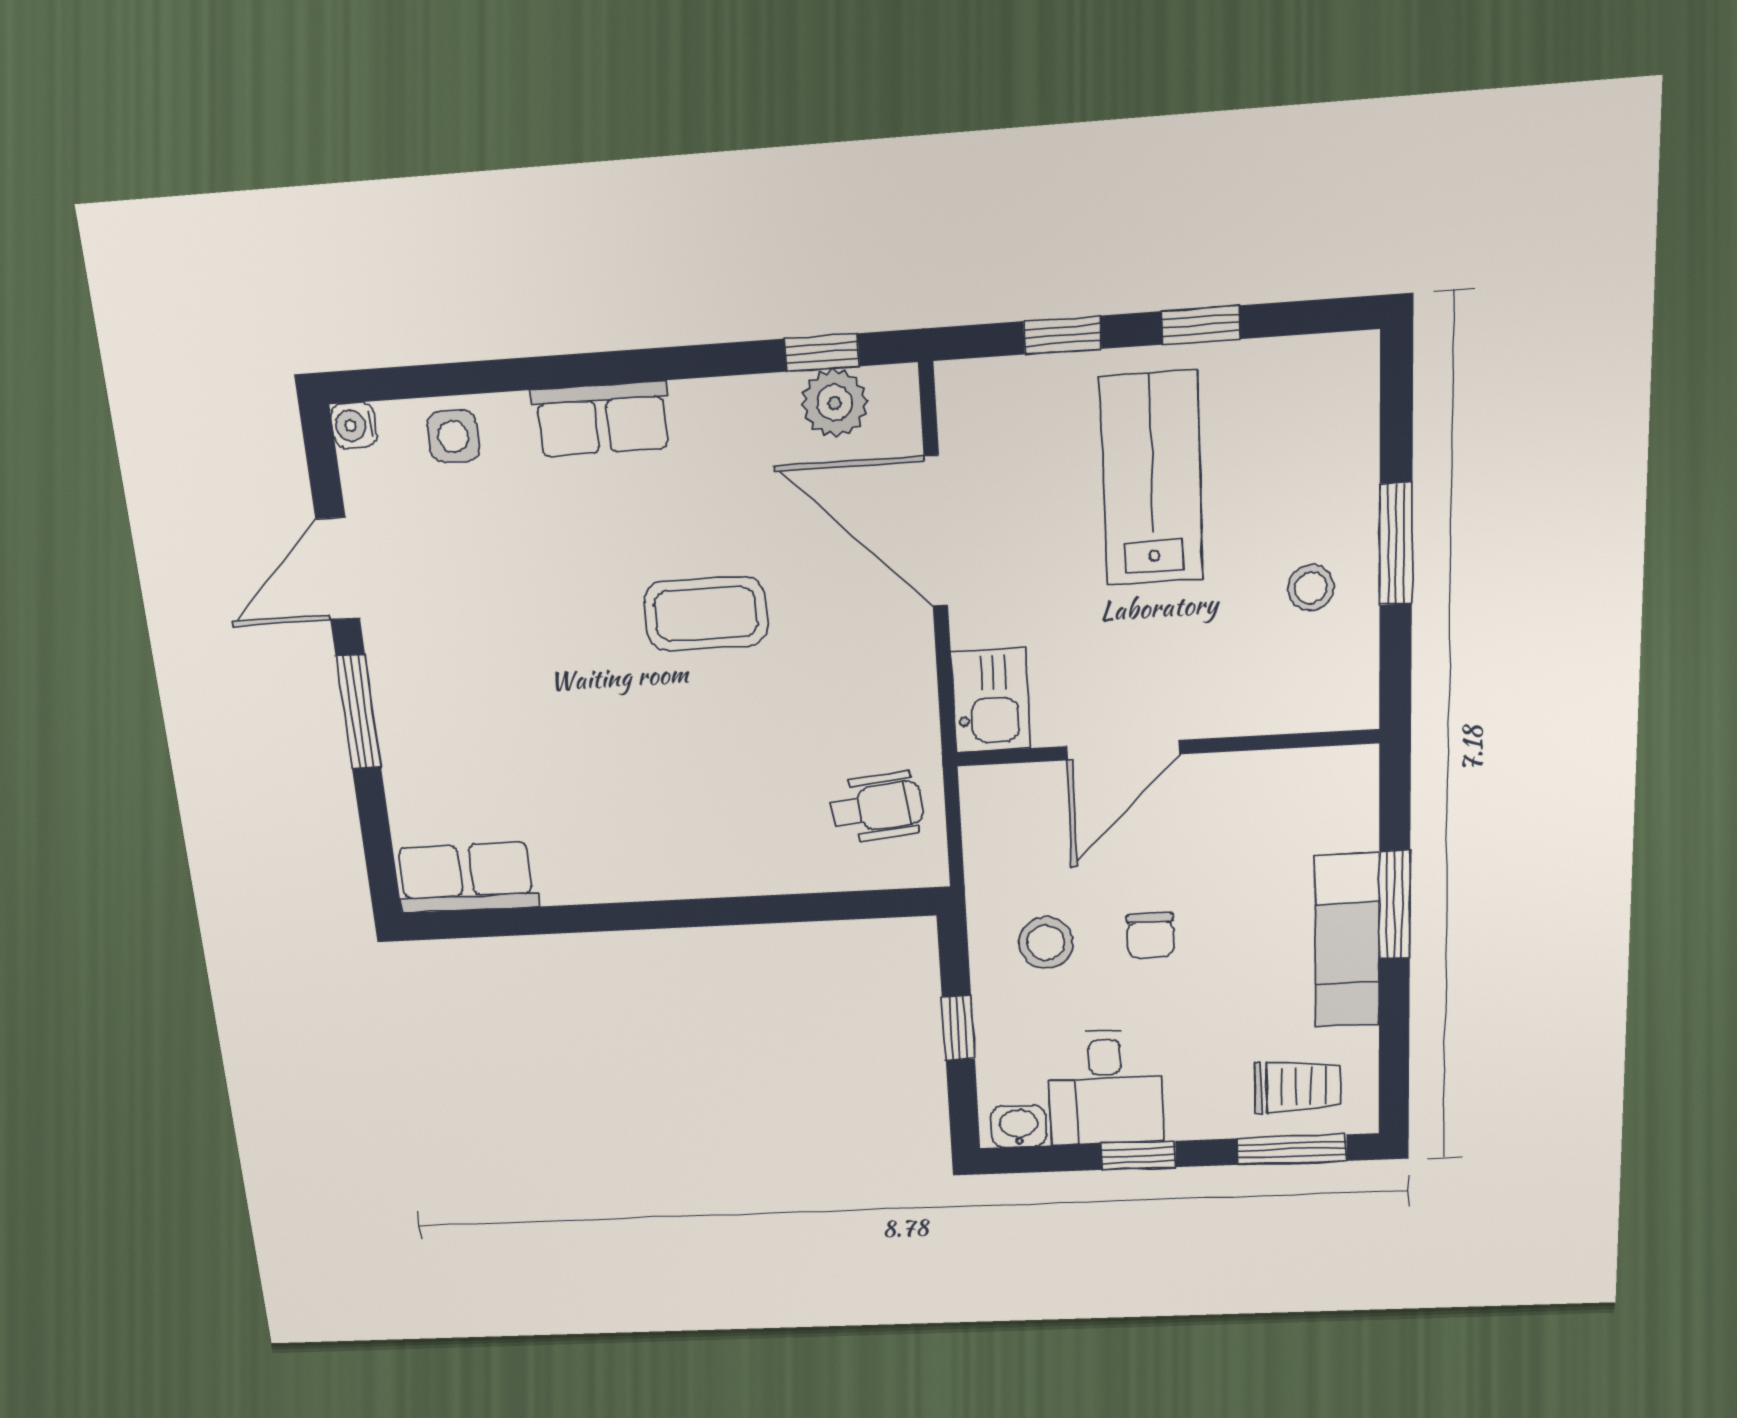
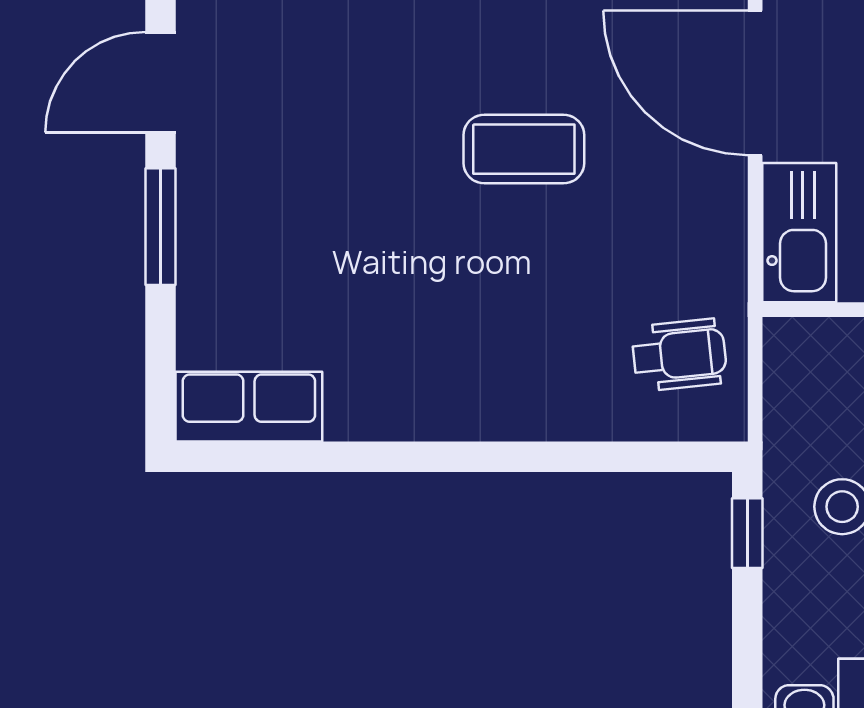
kitchen sink: (991, 700) -> (799, 233), width x1.38
window: (958, 1028) -> (747, 533), moved

